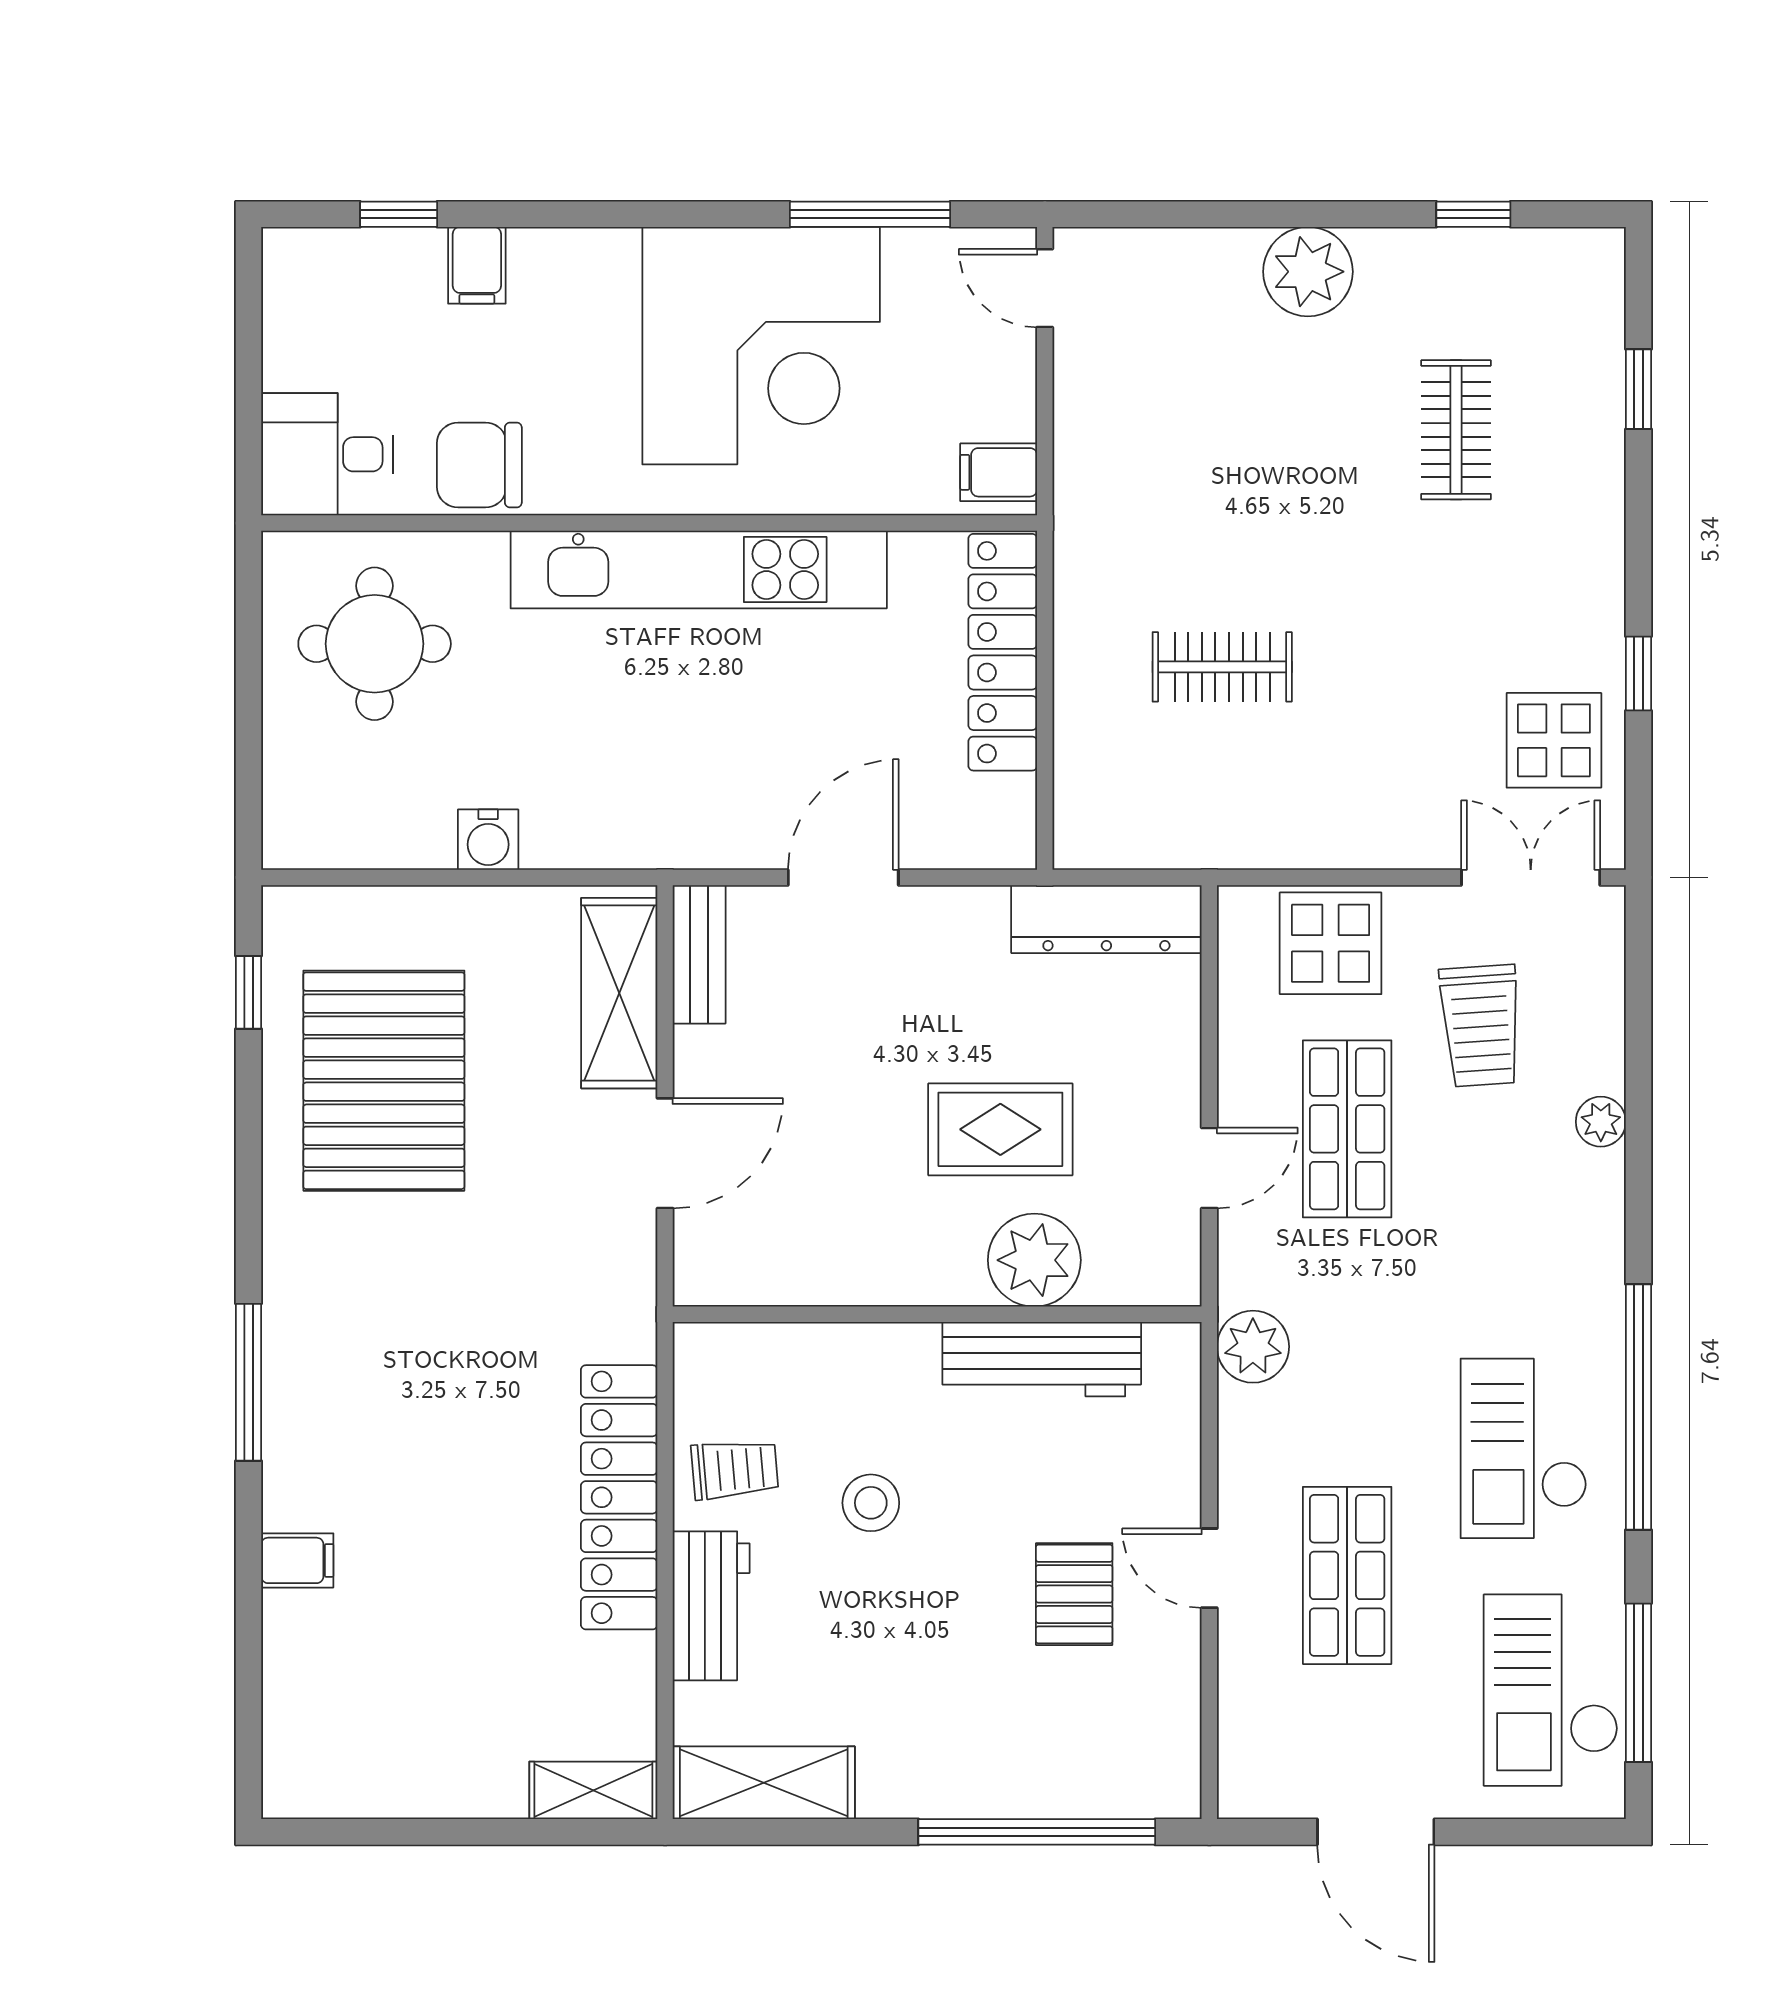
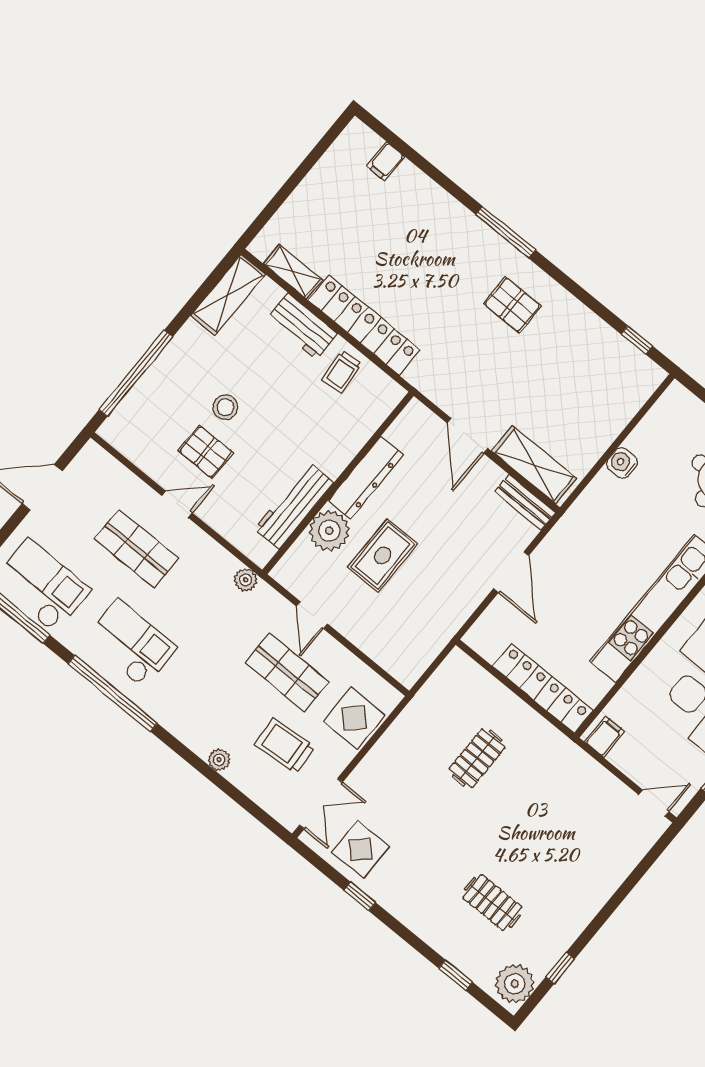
plant: (1308, 272) -> (515, 984), moved
dresser: (1106, 919) -> (366, 478), moved, turned 180
pallet: (384, 1081) -> (512, 305), moved, width x0.49, depth x0.50
plant: (1253, 1347) -> (246, 580), width x0.73, depth x0.73
stool: (871, 1503) -> (225, 407), moved
filing cabinet: (297, 1560) -> (386, 161), moved
shelving: (593, 1790) -> (293, 272), moved, turned 90

